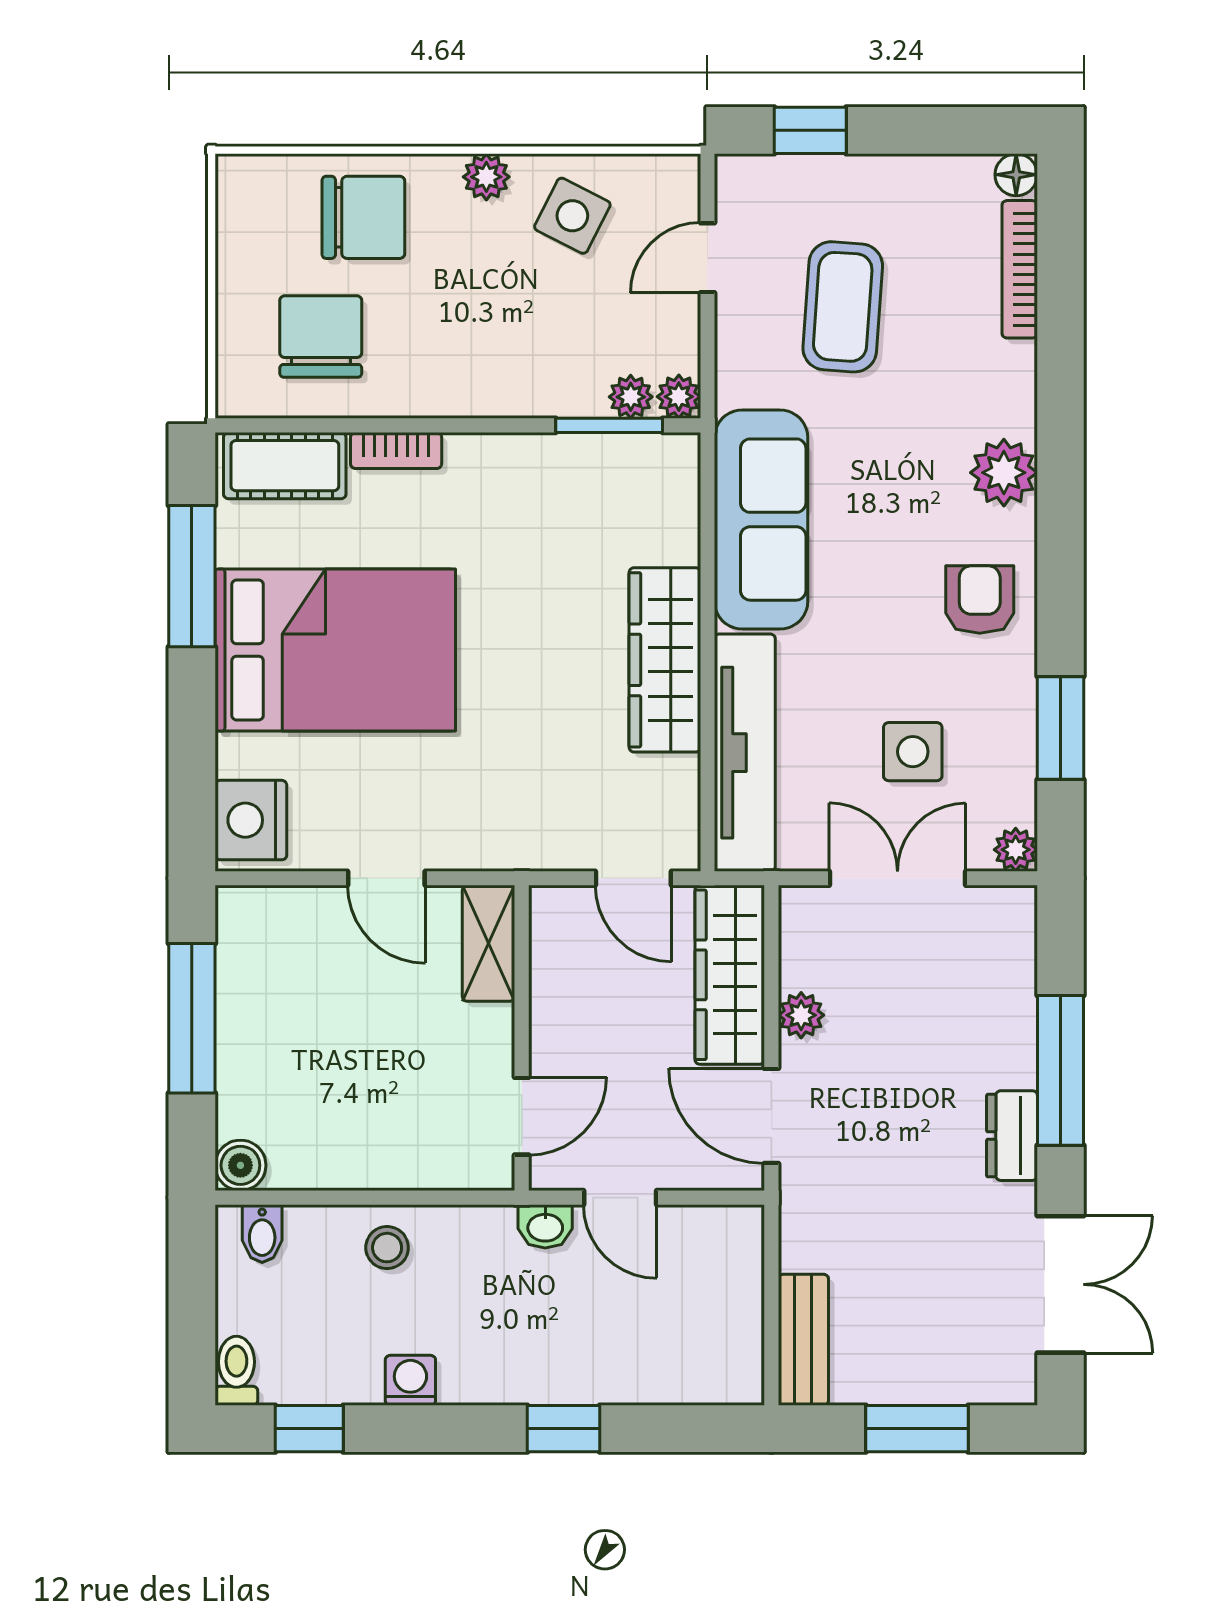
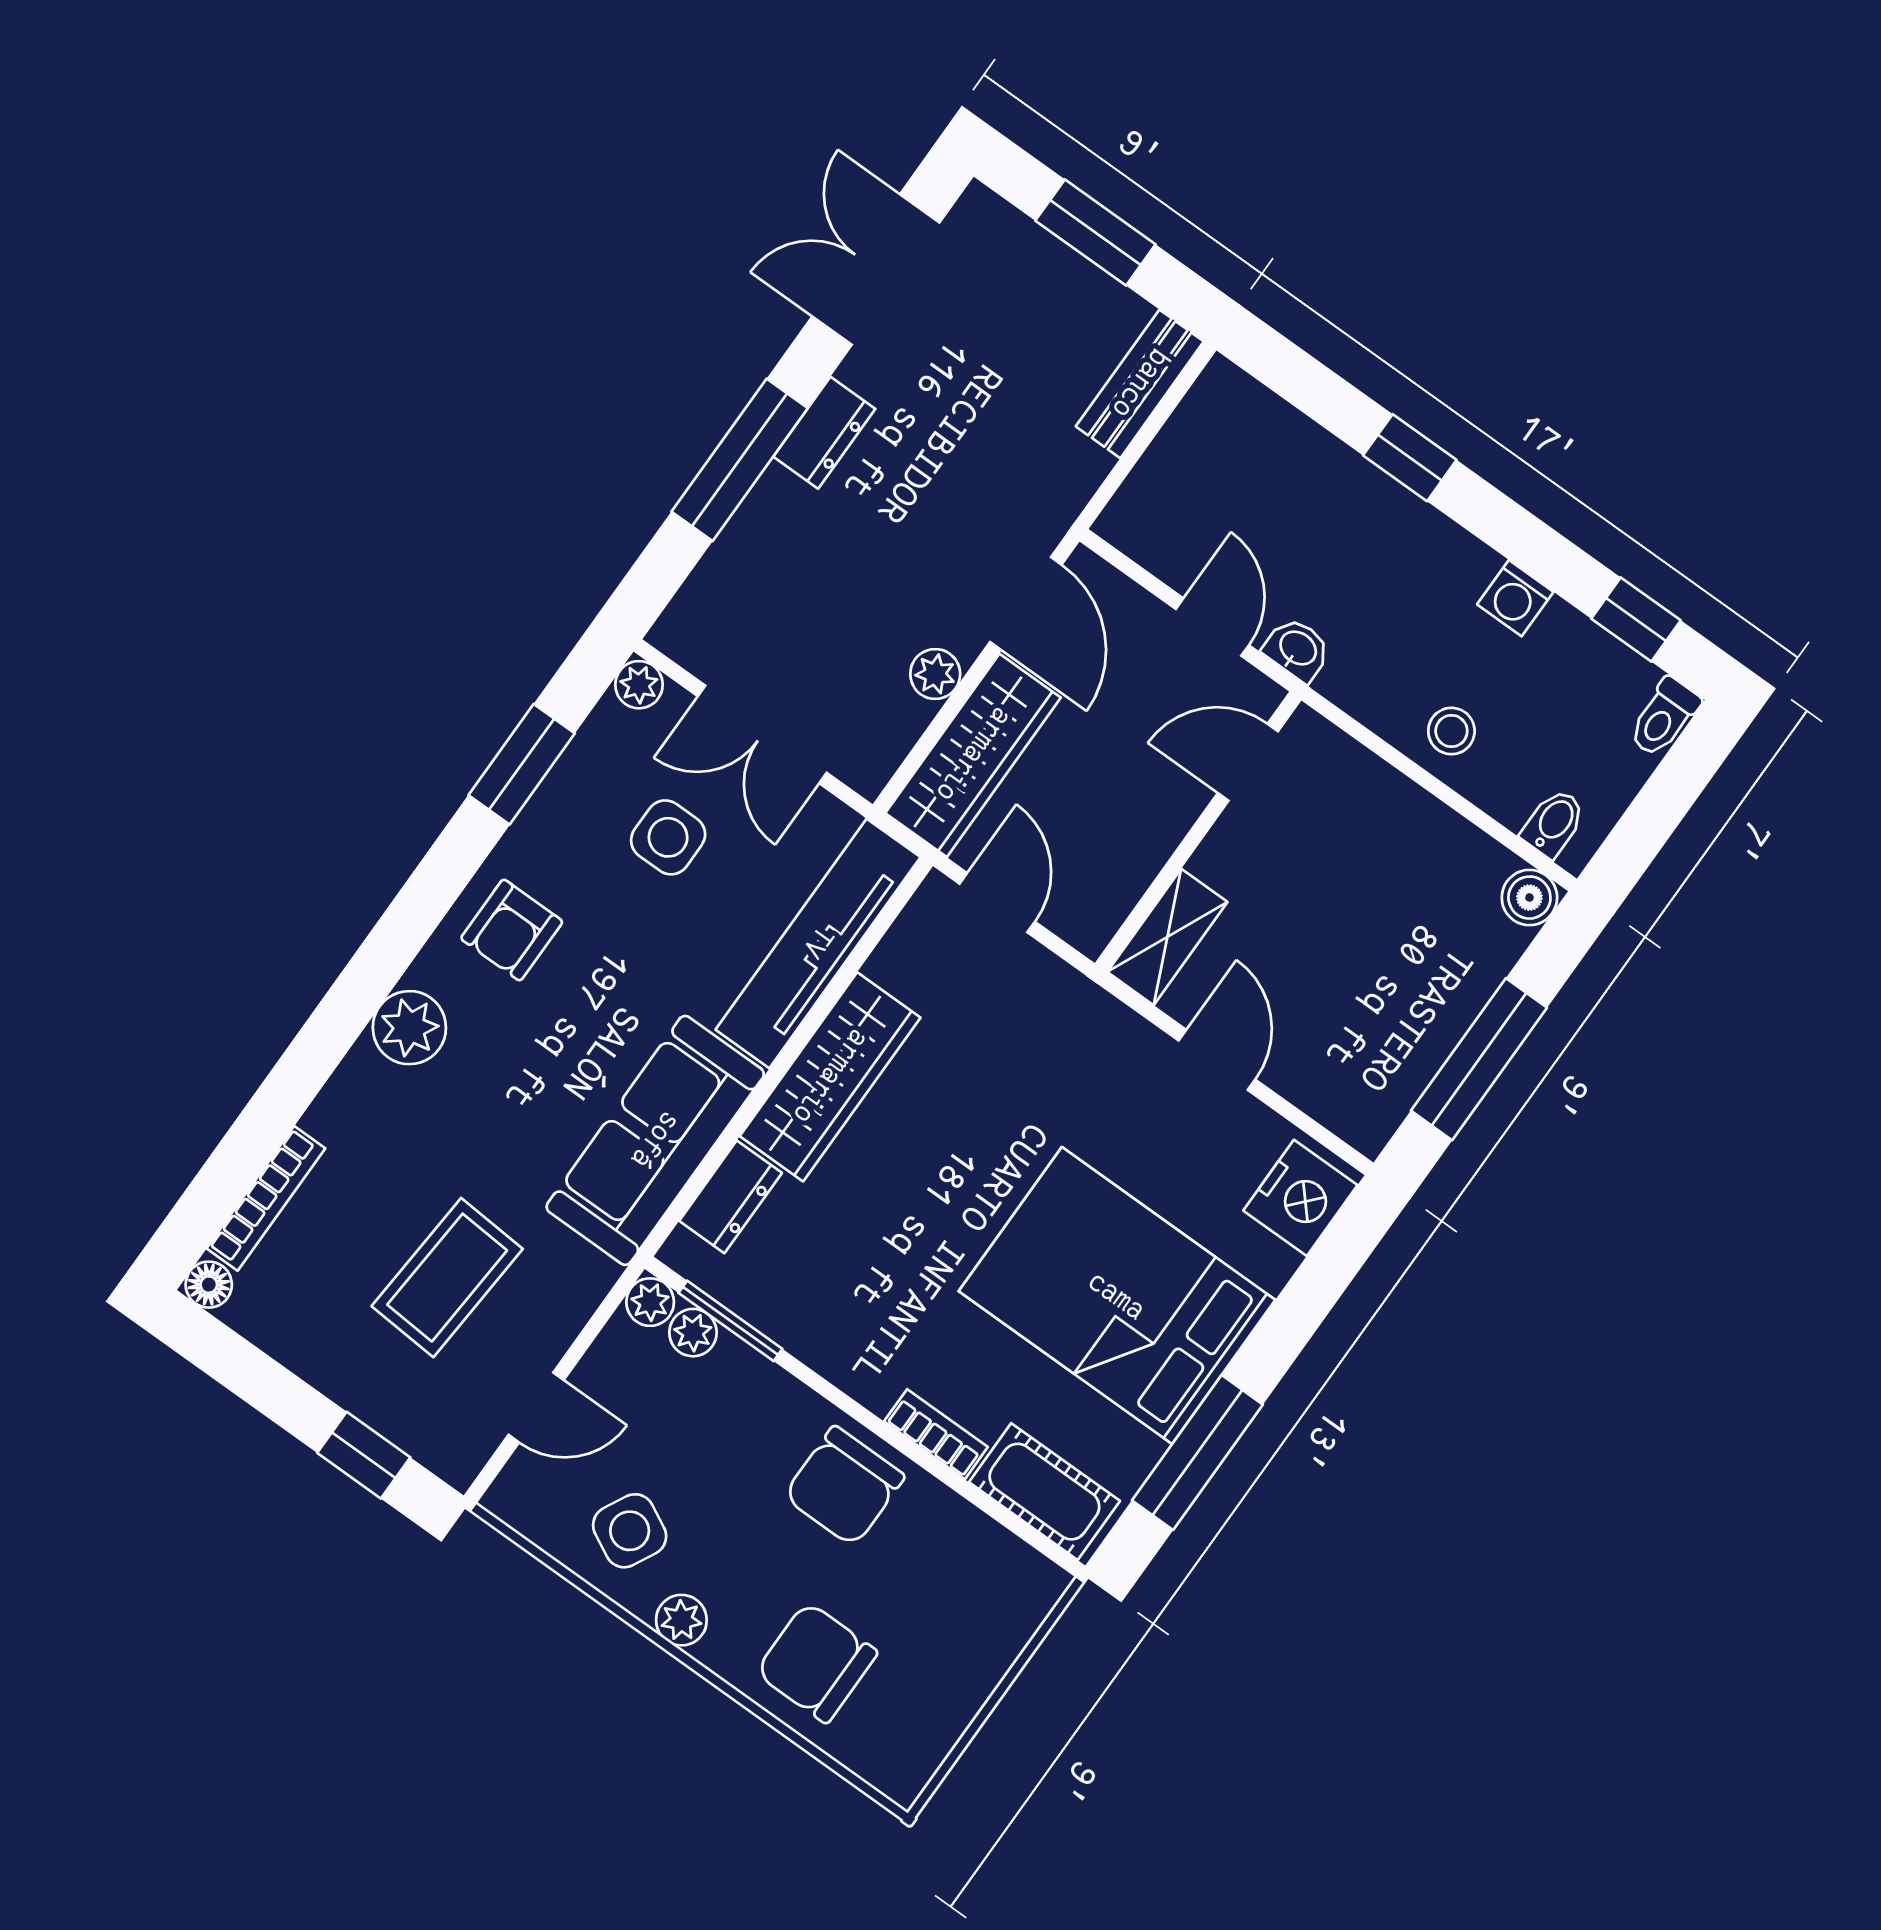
chair: (321, 336) -> (844, 1486), moved
dresser: (675, 518) -> (731, 1197), added

